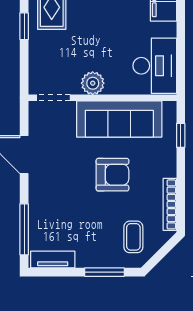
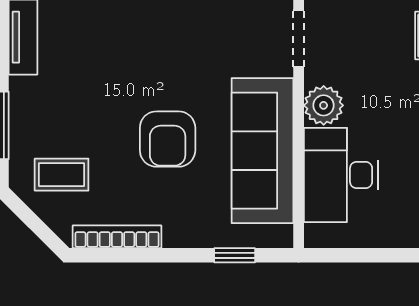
desk: (155, 66) -> (341, 175), moved, turned 90

